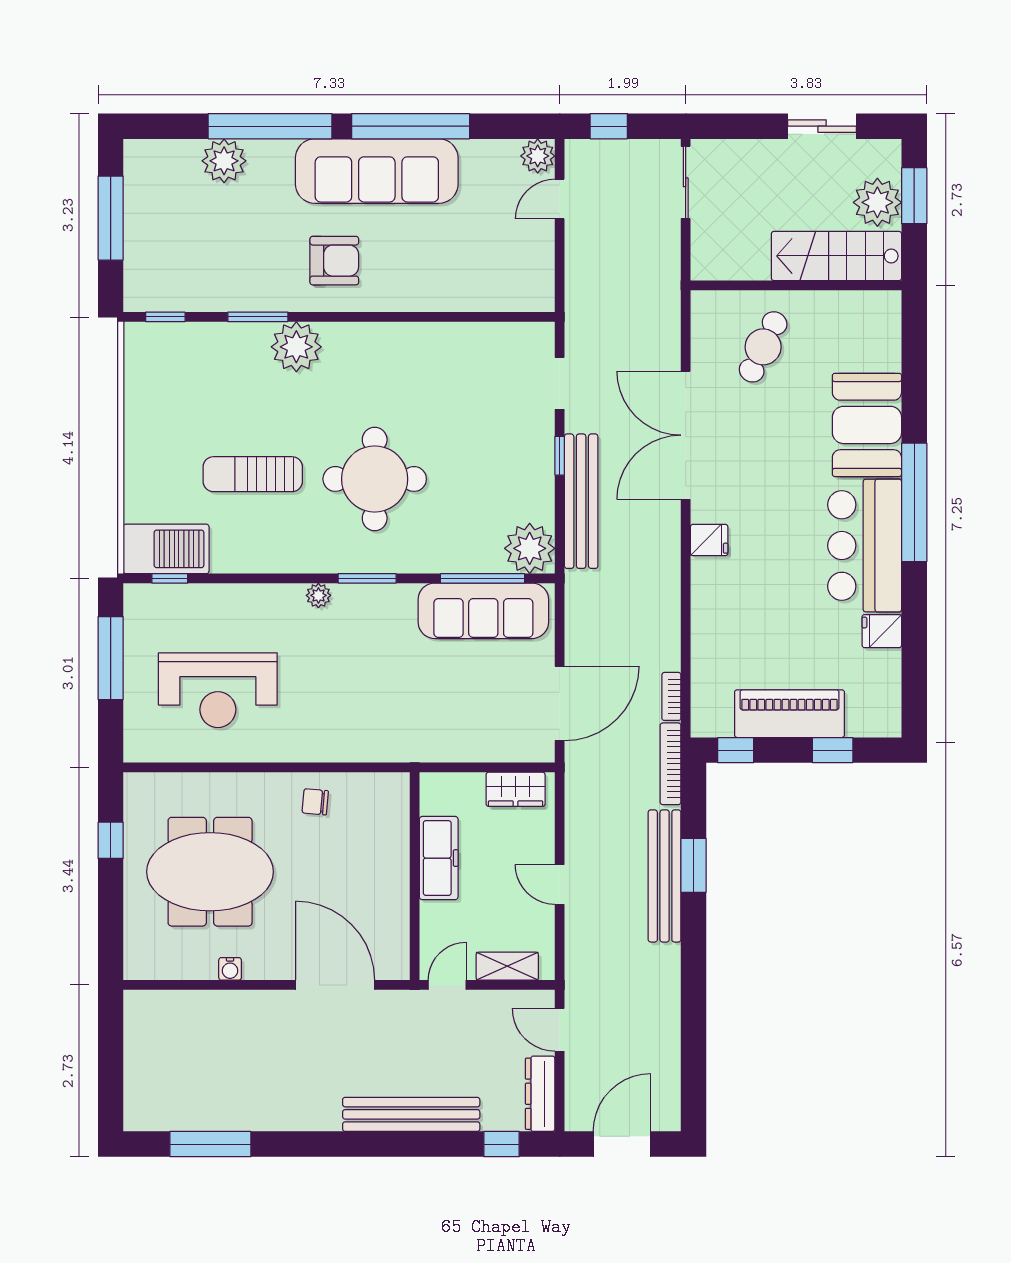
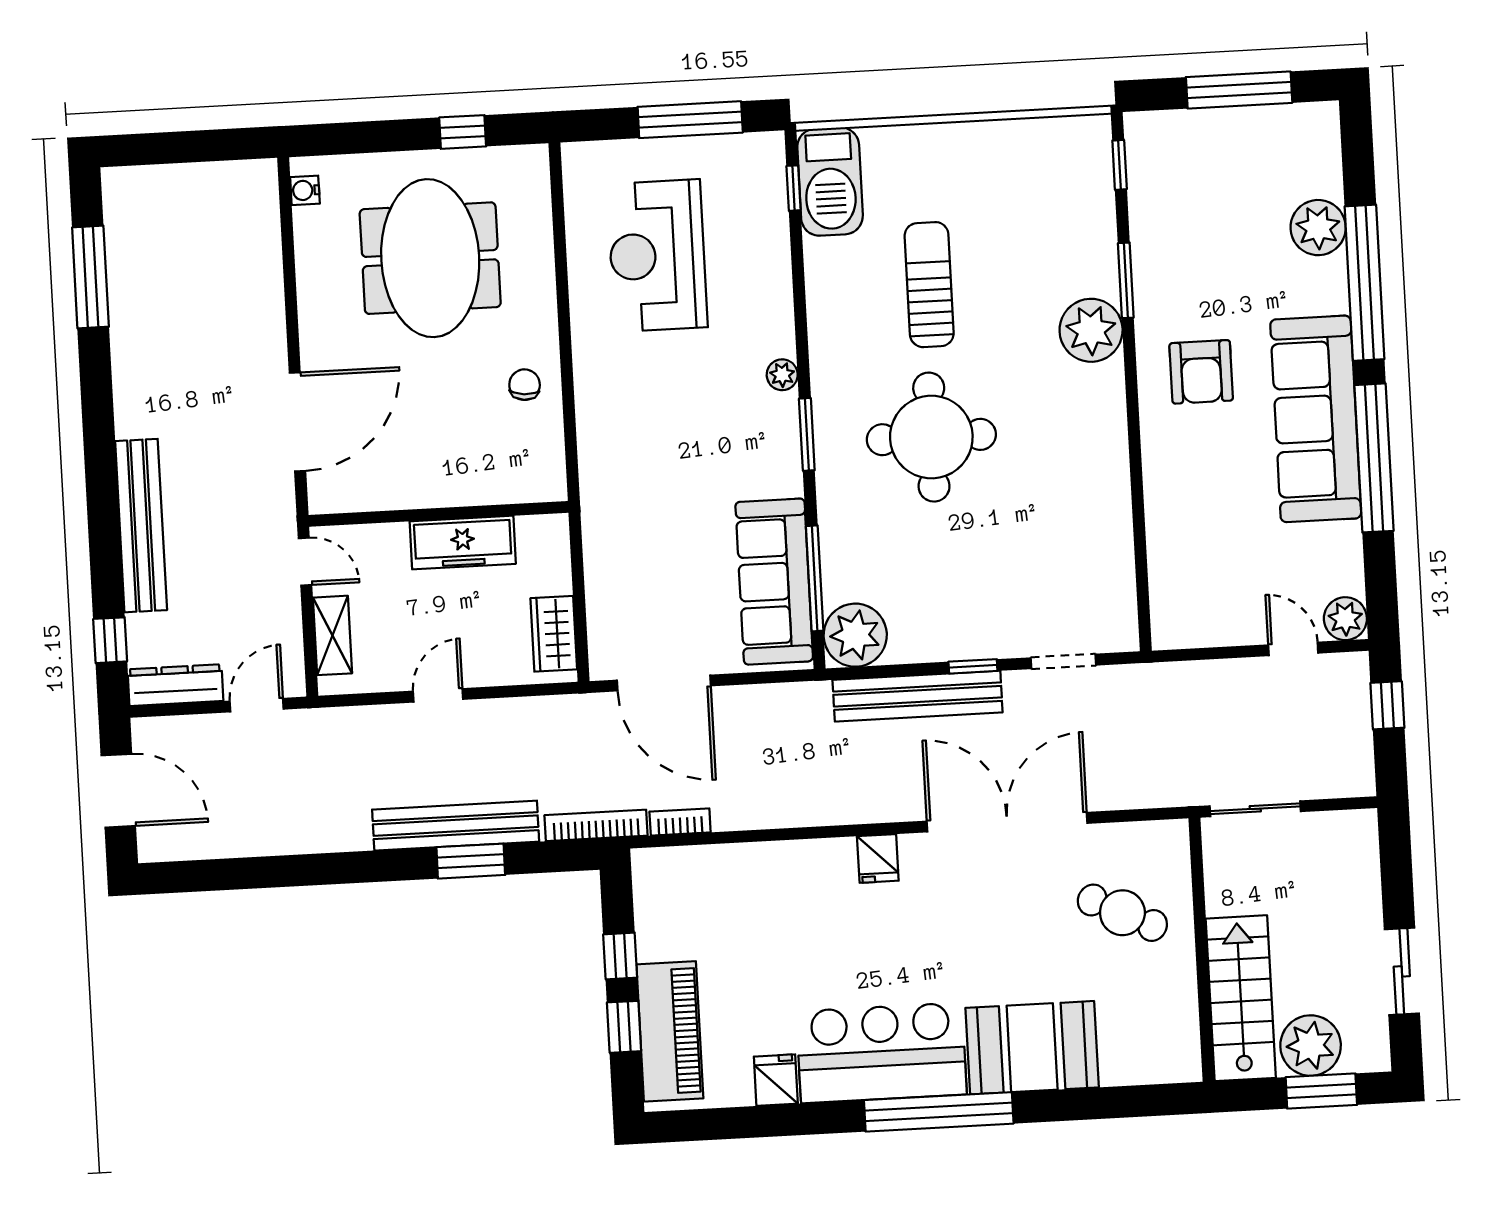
sliding door: (686, 182) -> (1255, 809), moved
piano: (789, 714) -> (670, 1031), moved
window: (736, 750) -> (620, 956), moved
water cooler: (230, 969) -> (305, 190), moved

